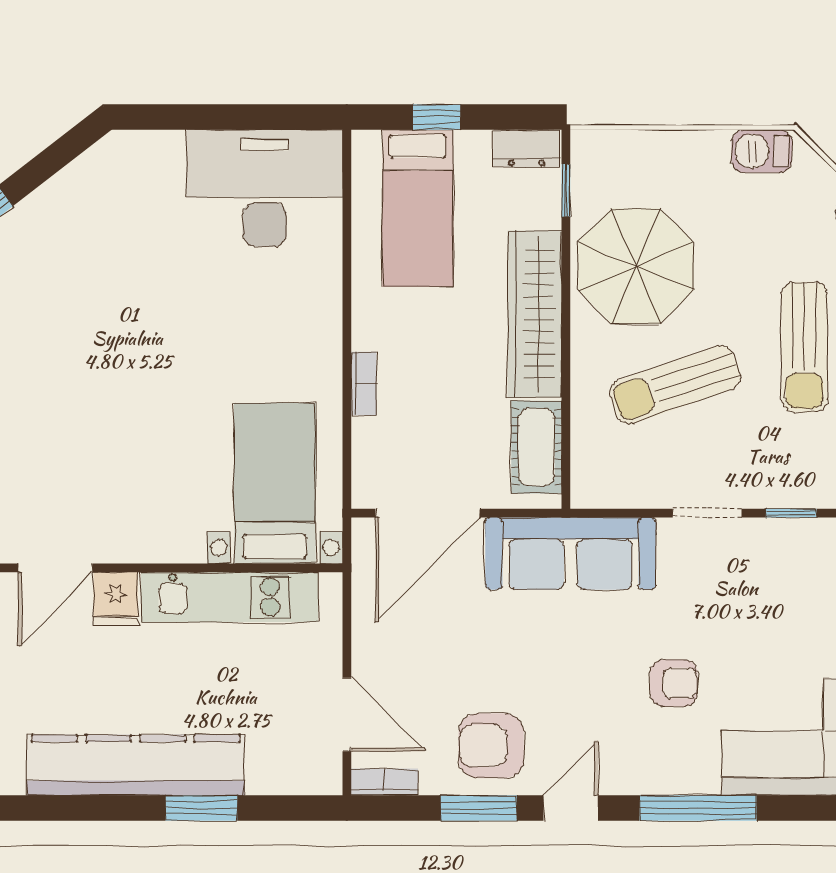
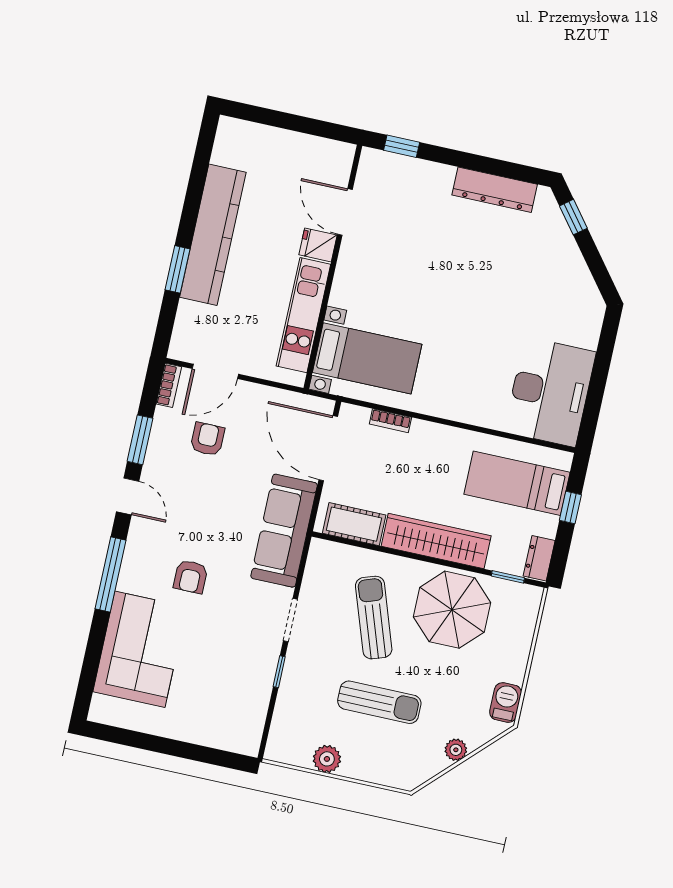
sun lounger: (804, 347) -> (379, 702), turned 180
bookcase: (364, 384) -> (390, 421), moved
armchair: (491, 746) -> (207, 439), moved, width x0.72, depth x0.72

